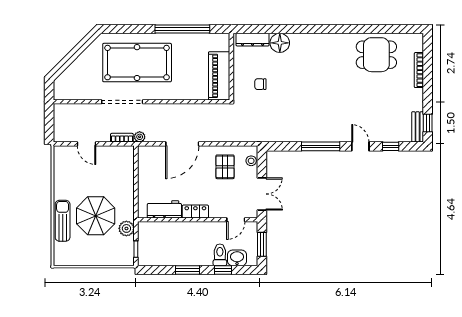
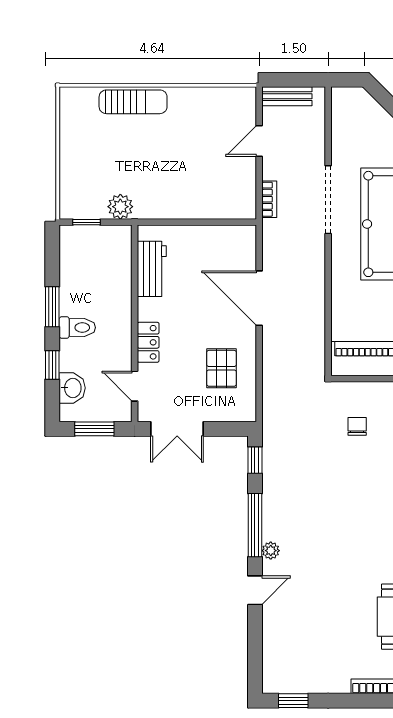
bench: (418, 127) -> (287, 96), moved
plant: (140, 137) -> (271, 551), moved
window: (391, 146) -> (255, 460), moved
stool: (251, 161) -> (231, 411), removed
pallet: (225, 167) -> (222, 368), turned 90
locker: (195, 211) -> (148, 342), moved
parasol: (96, 216) -> (141, 156), removed
toilet: (220, 255) -> (77, 328), moved

